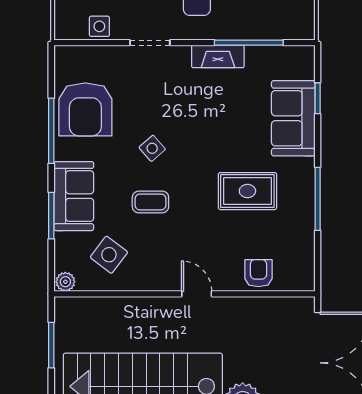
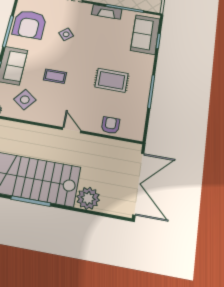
sofa: (293, 118) -> (145, 34), moved
side table: (152, 148) -> (66, 34), moved

